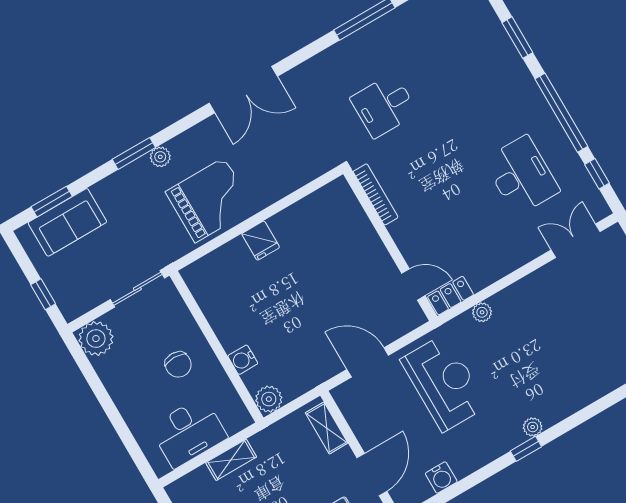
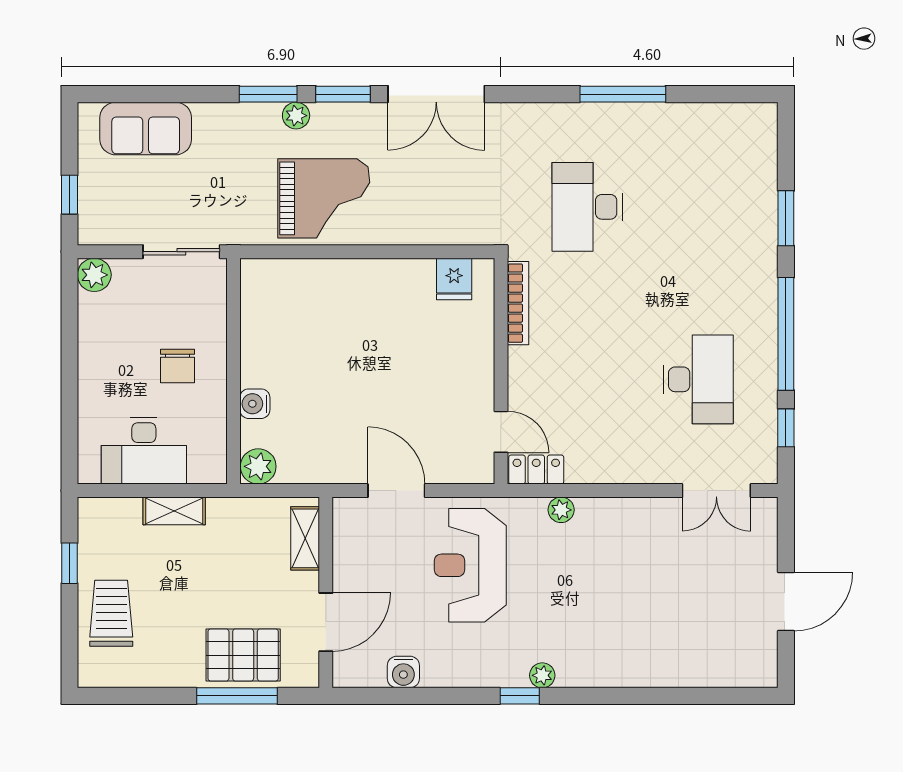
desk: (384, 106) -> (587, 207), width x1.37
window: (52, 202) -> (343, 94), moved
fridge: (261, 241) -> (454, 279), moved
double door: (576, 241) -> (716, 491), swing flipped
plant: (96, 339) -> (94, 275), width x0.73, depth x0.73
reception desk: (444, 383) -> (470, 565), turned 180

